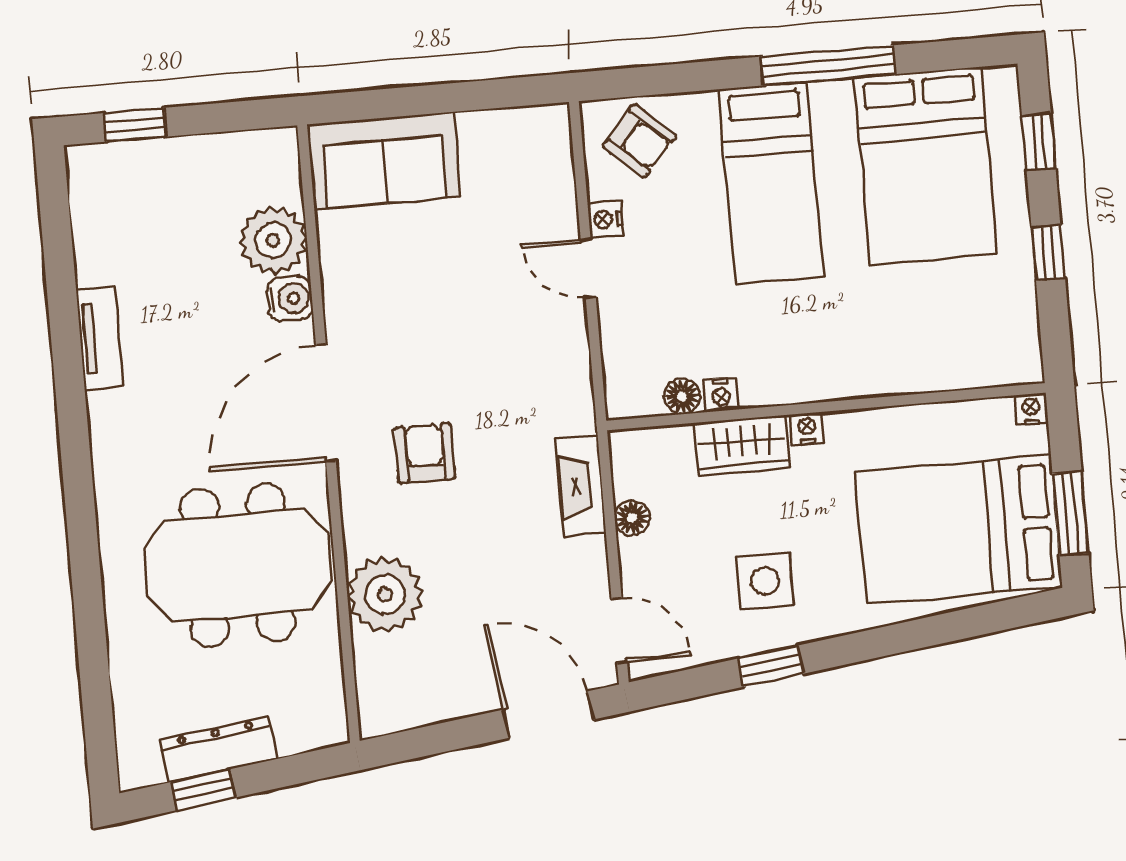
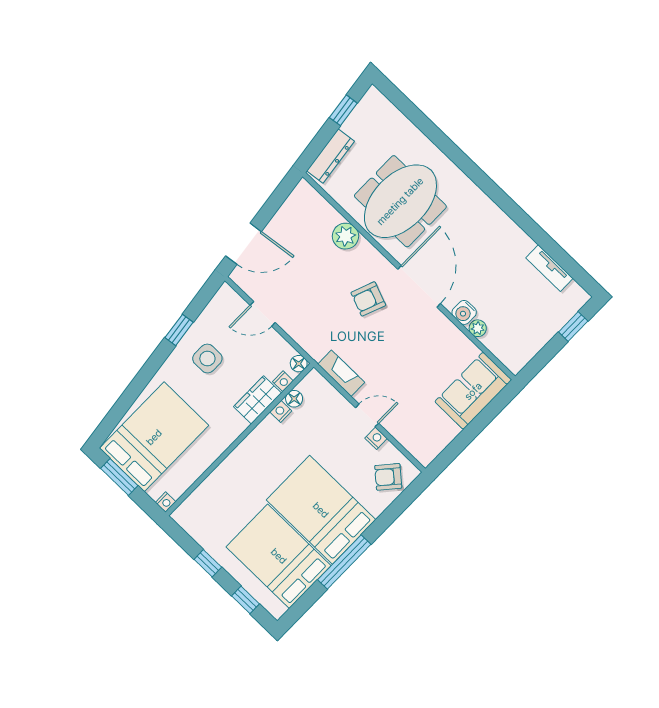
bed: (771, 183) -> (321, 510), width x1.50
plant: (273, 240) -> (478, 328), width x0.53, depth x0.53
tv unit: (100, 338) -> (549, 268), moved
nightstand: (807, 429) -> (283, 381), moved
armchair: (425, 453) -> (368, 299), turned 111
fireplace: (581, 486) -> (341, 373), moved
floor lamp: (632, 518) -> (299, 364), moved
plant: (385, 595) -> (345, 236), width x0.73, depth x0.73
door: (619, 630) -> (263, 314), moved
dresser: (219, 749) -> (331, 156), moved

